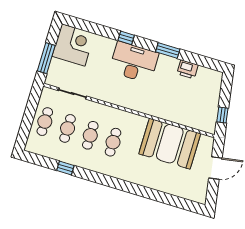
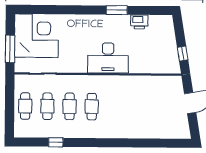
window: (126, 38) -> (76, 10), removed
corner desk: (73, 45) -> (36, 36), width x1.36, depth x1.36
desk: (134, 62) -> (108, 58), moved, turned 180
booth: (170, 144) -> (143, 93), removed

